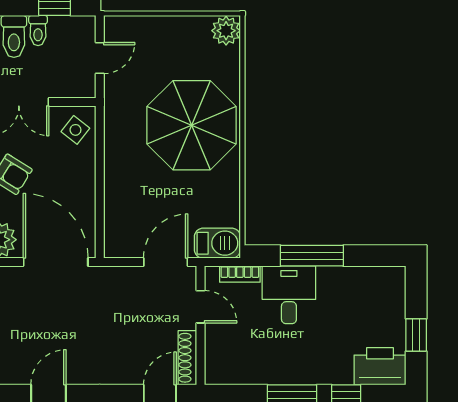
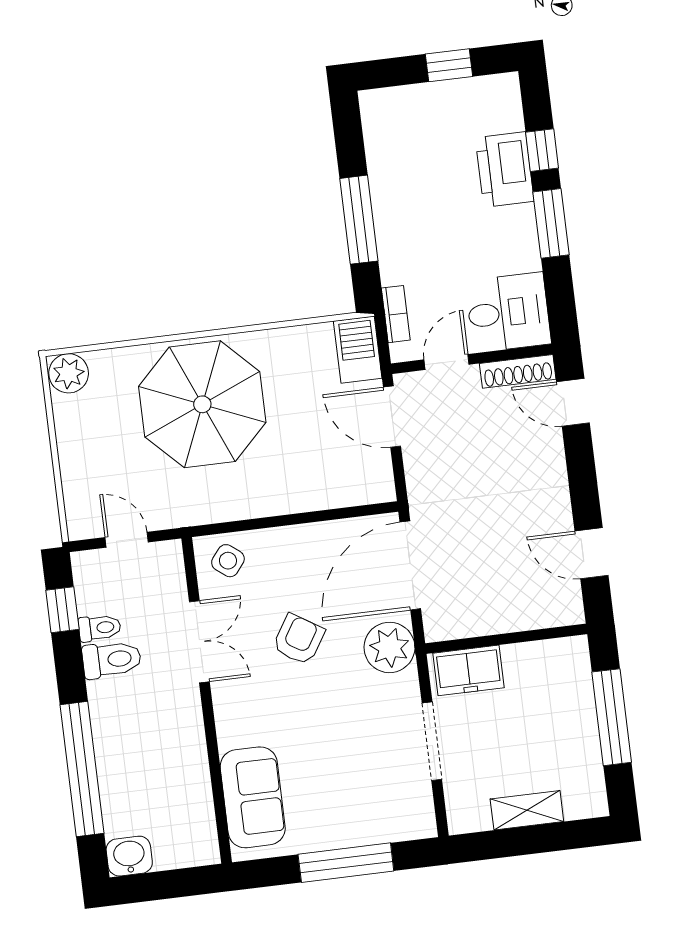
desk: (289, 295) -> (508, 312), moved, turned 180
printer: (380, 366) -> (505, 169), moved

